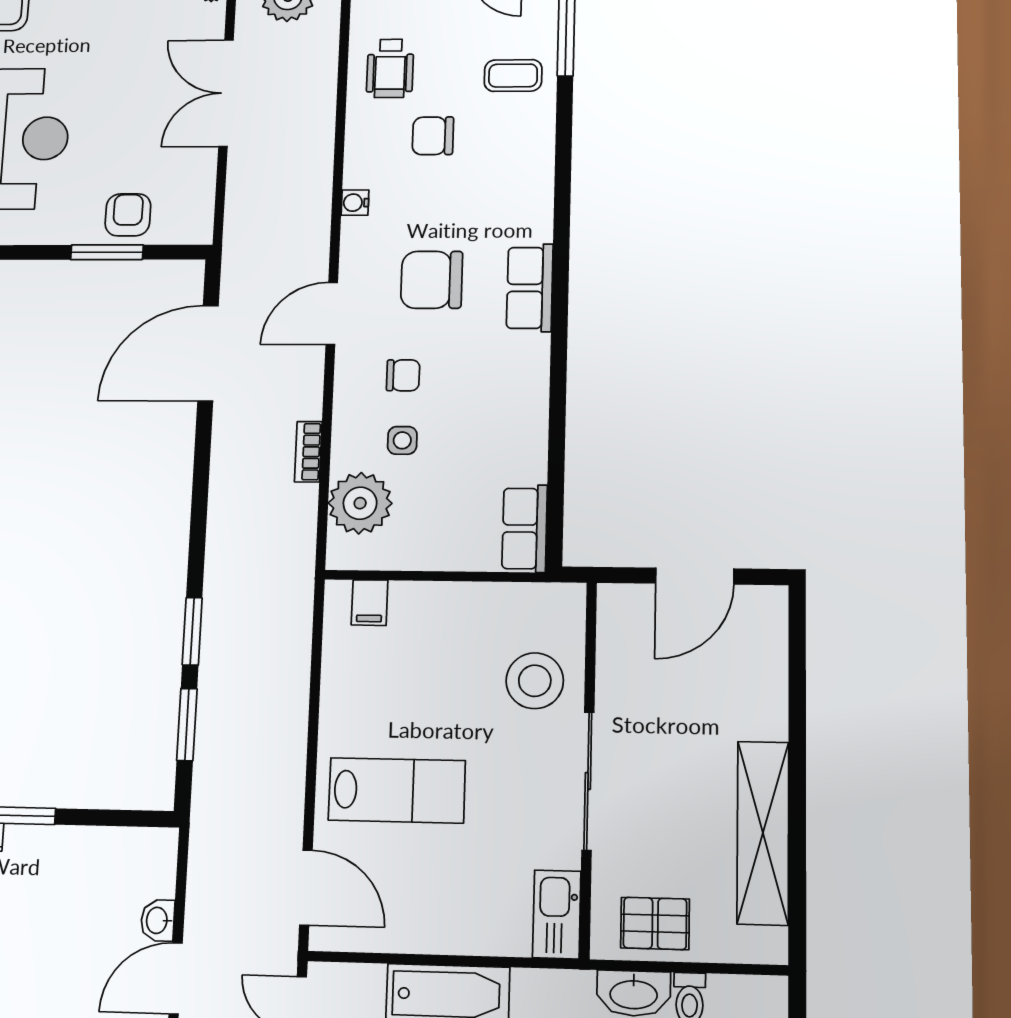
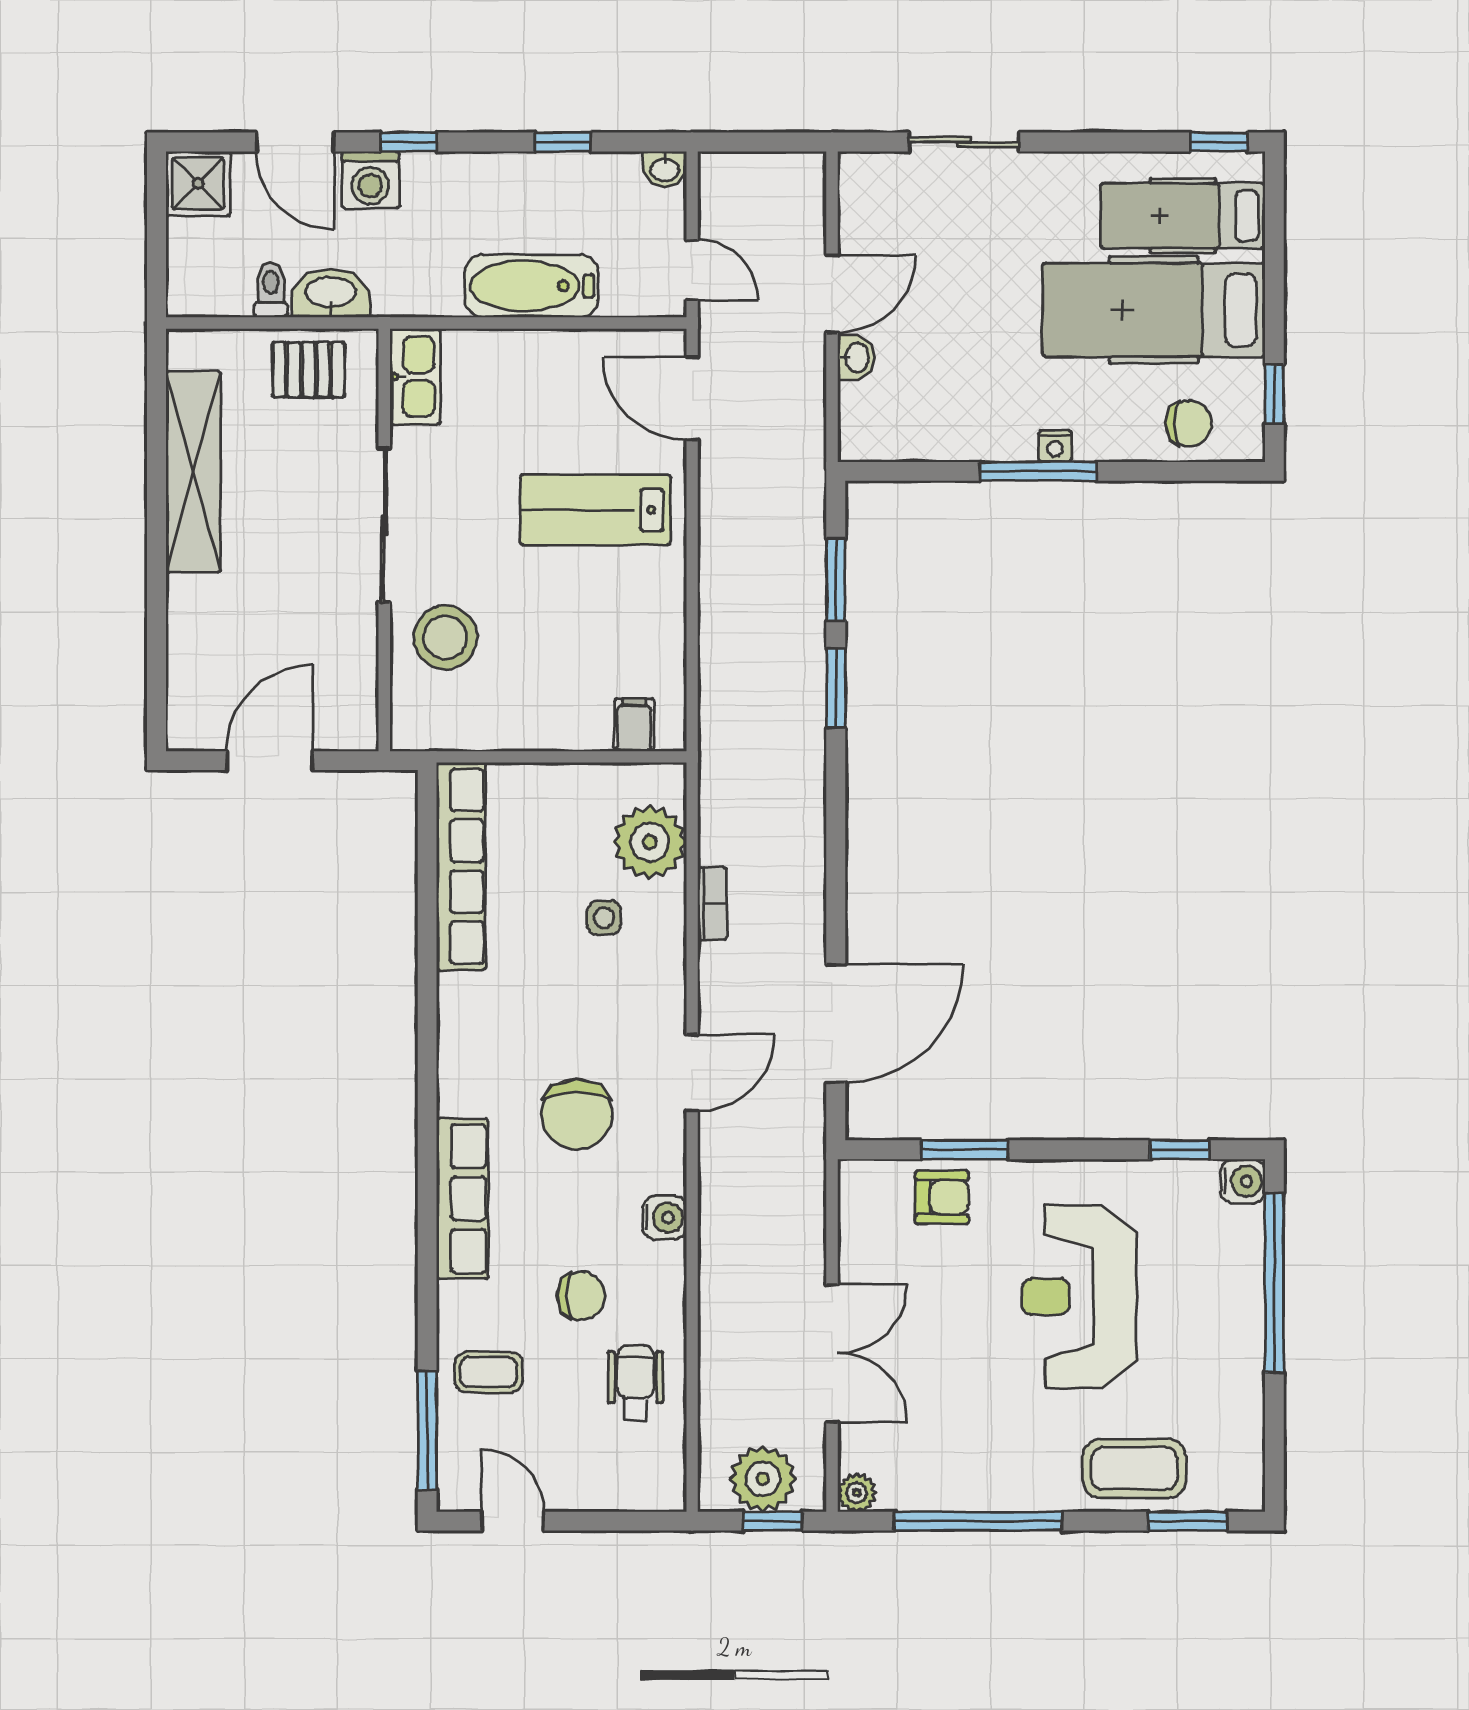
water cooler: (355, 203) -> (664, 1218), width x1.38, depth x1.38
armchair: (128, 215) -> (942, 1197), turned -90
chair: (432, 280) -> (577, 1114), turned 90
row of seats: (530, 288) -> (462, 1199), moved, width x1.48
chair: (403, 375) -> (606, 997), removed
row of seats: (525, 529) -> (461, 866), width x2.02

